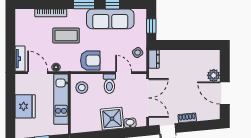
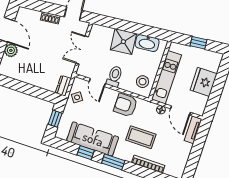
double door: (148, 98) -> (82, 50), width x0.73
washbasin: (130, 123) -> (147, 43), moved, width x1.91, depth x1.45

